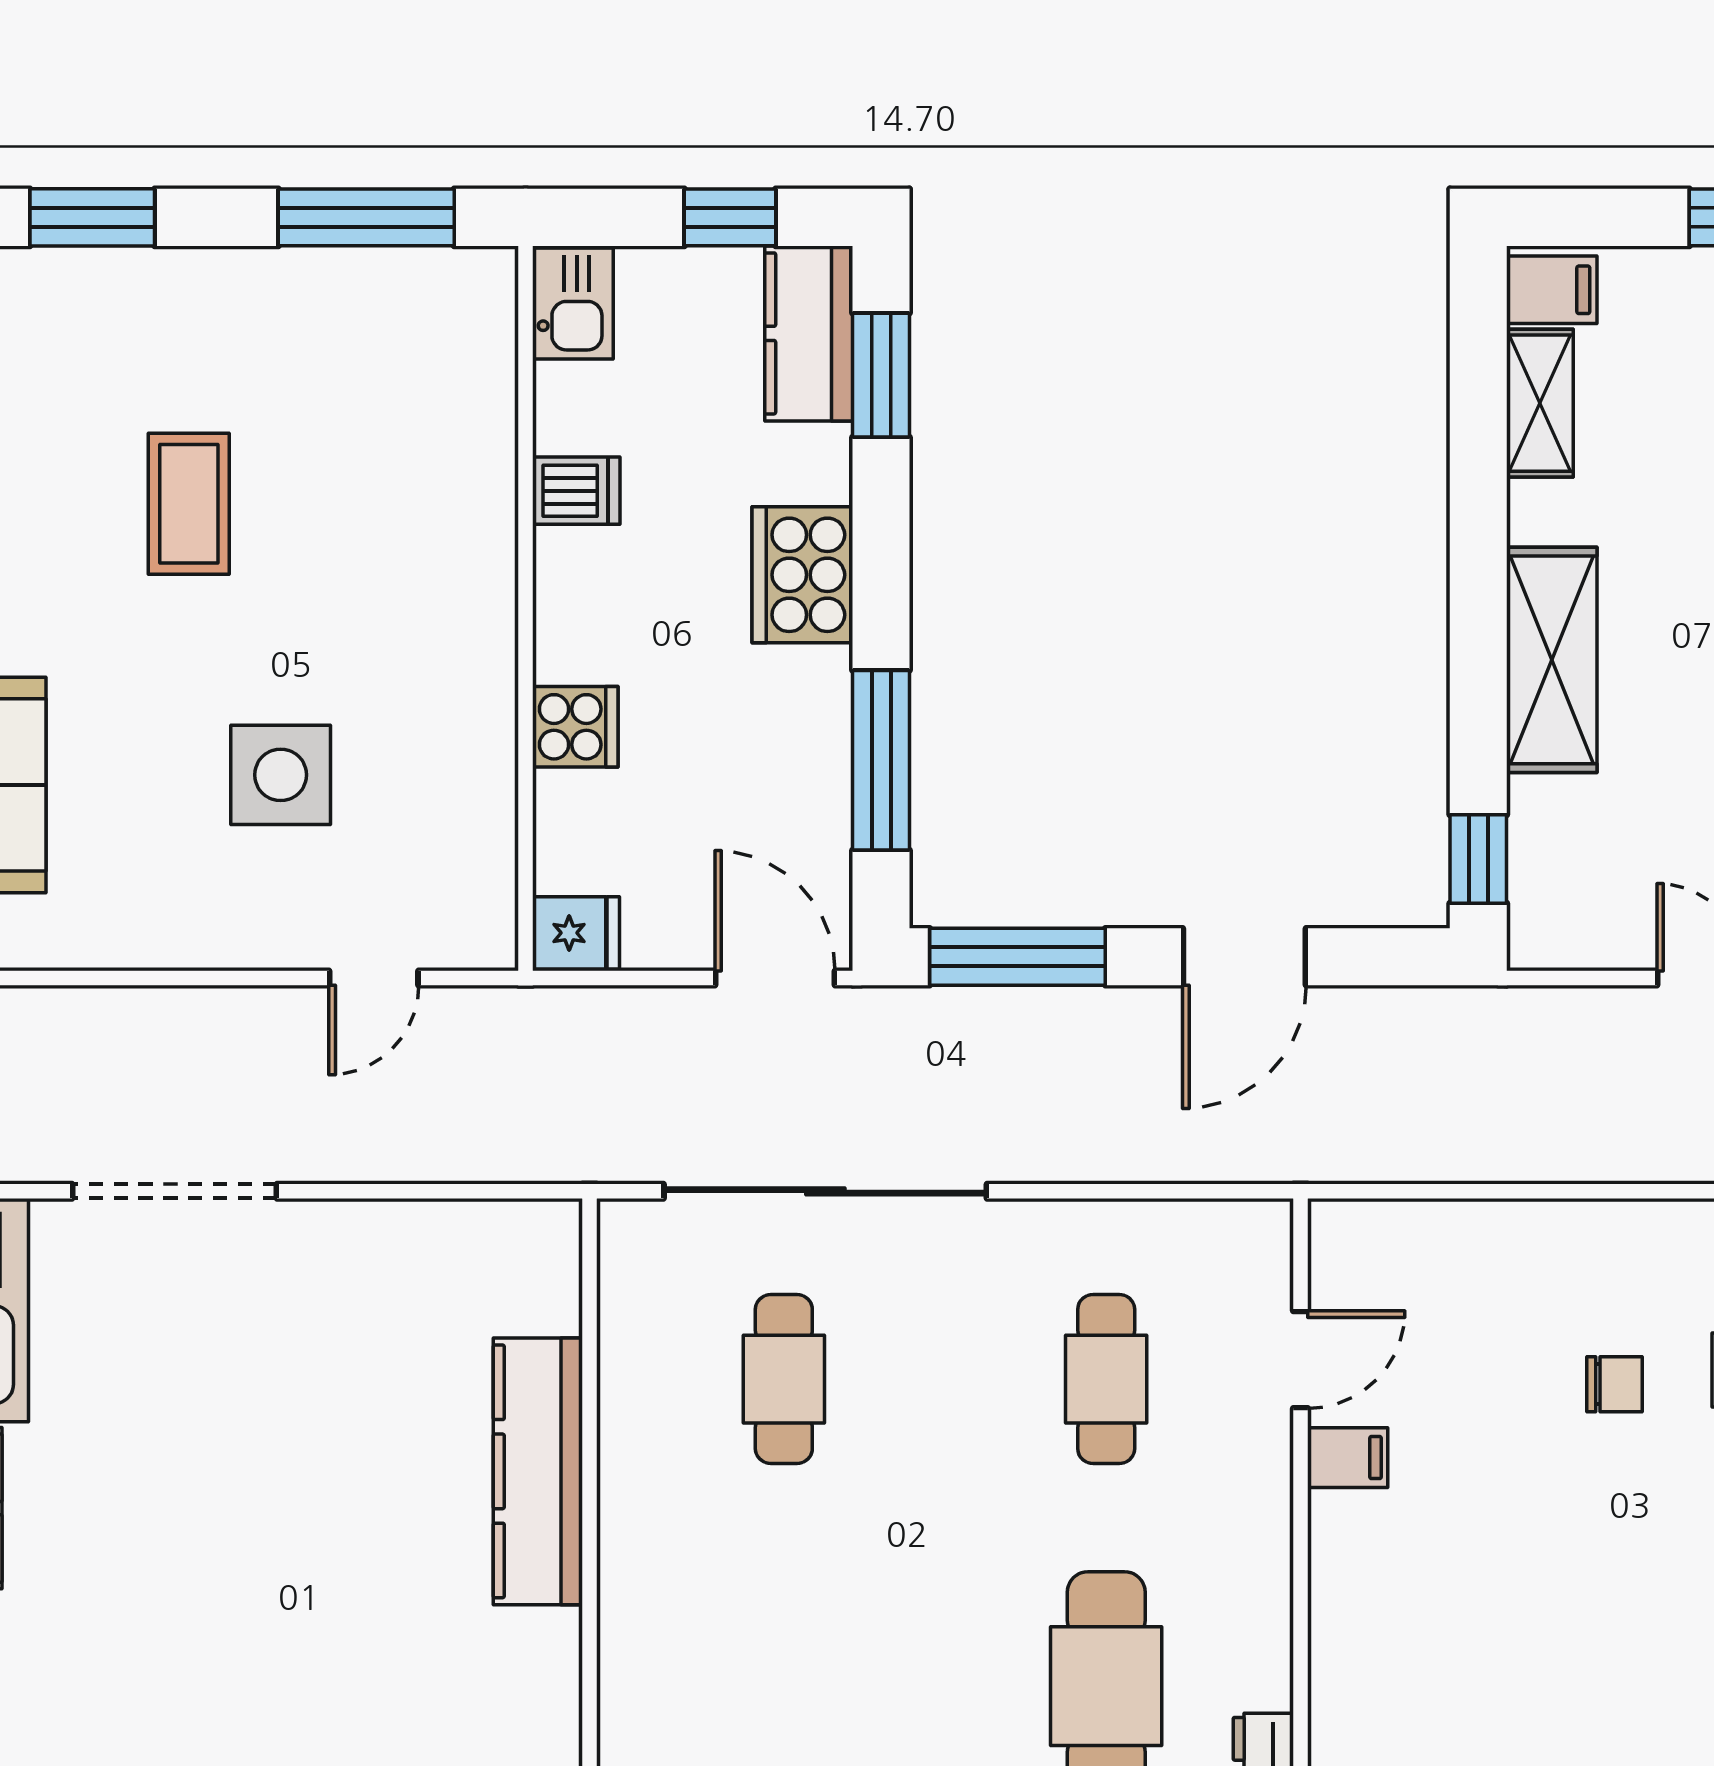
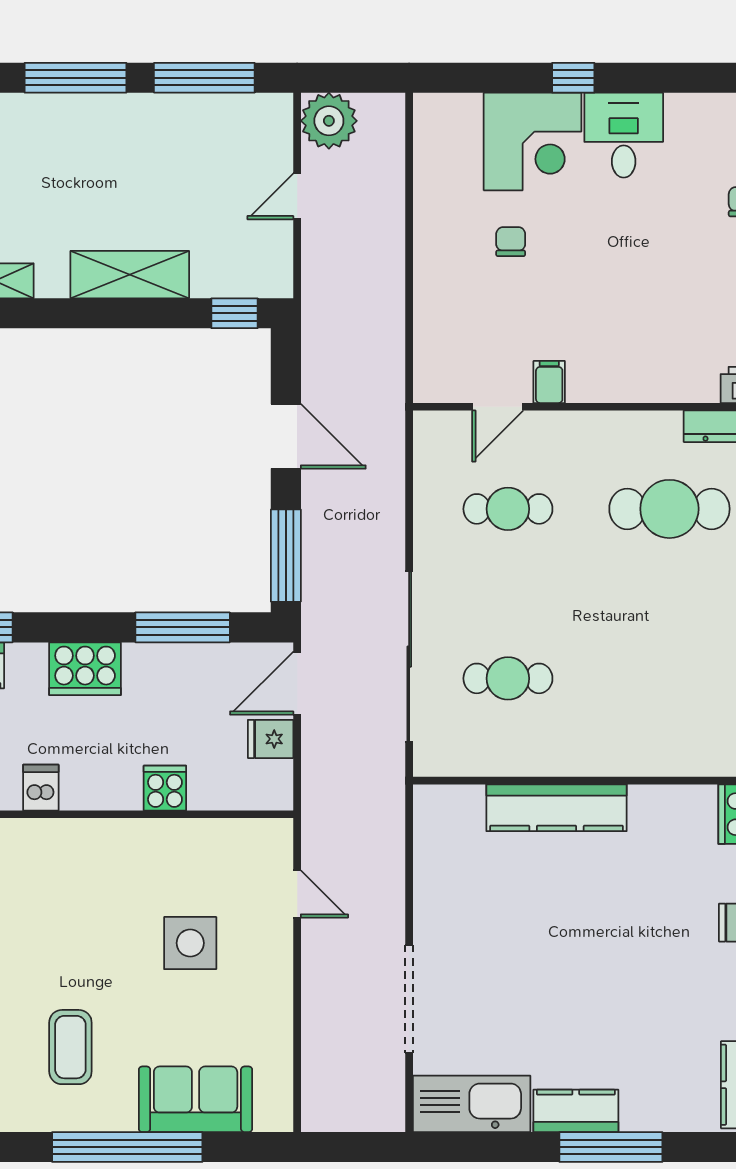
coffee table: (189, 504) -> (70, 1047), moved, turned 90
fridge: (576, 933) -> (271, 739), moved, turned -90
door: (1301, 1360) -> (498, 407), swing flipped

